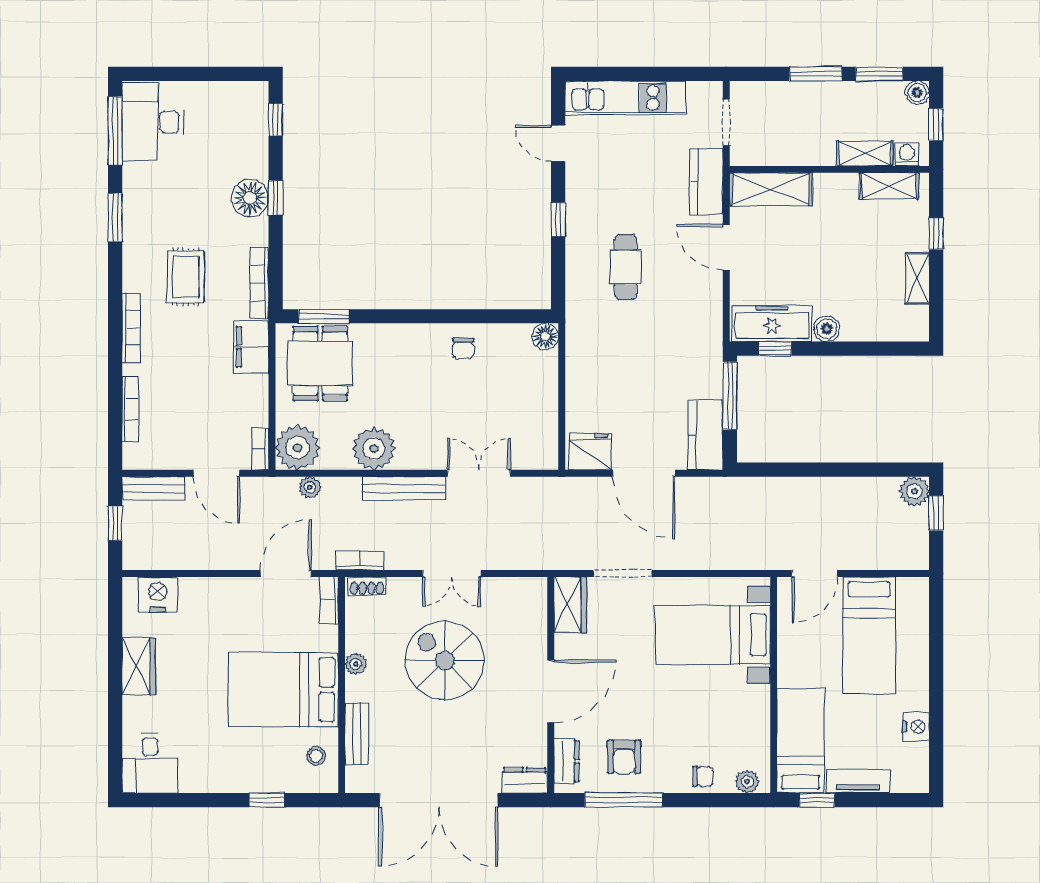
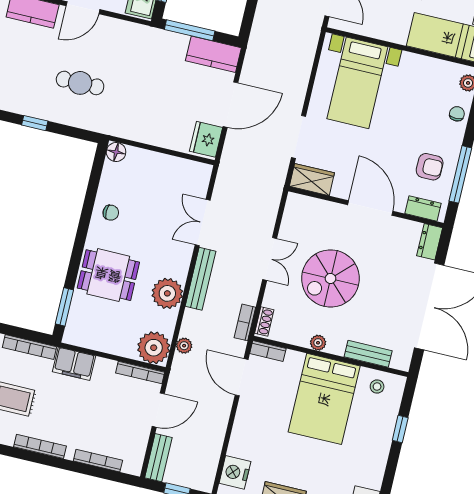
dining table: (320, 364) -> (108, 275), moved
bookcase: (260, 449) -> (140, 373), width x1.56

